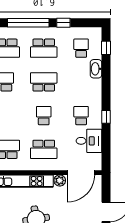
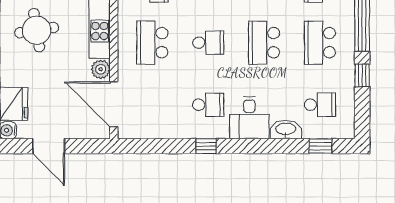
school desk: (44, 82) -> (264, 43), turned 180
desk: (89, 141) -> (249, 118), moved

